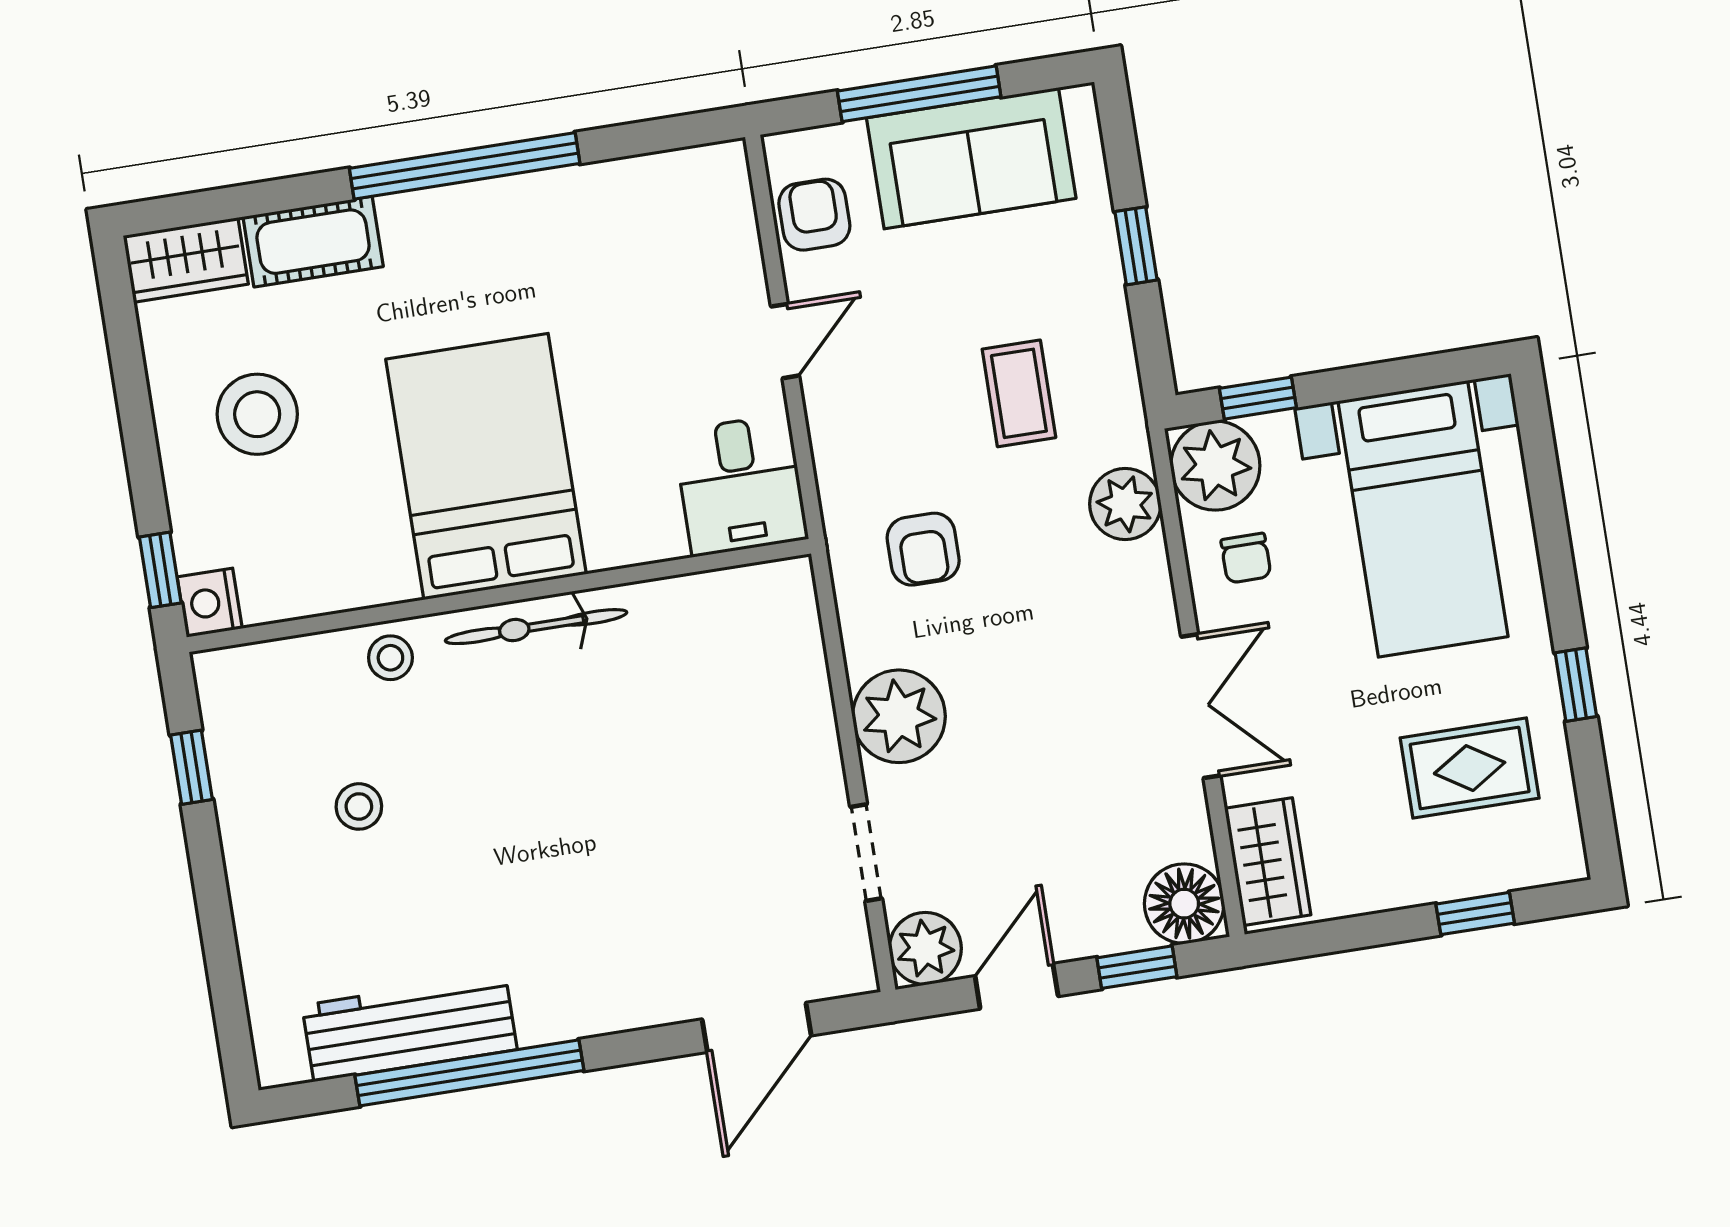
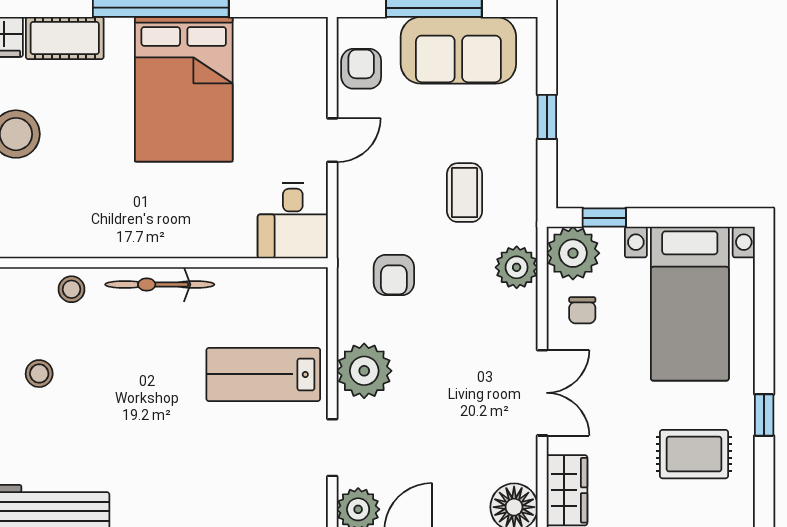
bed: (486, 467) -> (184, 89), moved, turned 180
lab bench: (732, 749) -> (263, 374), added

